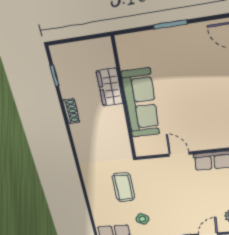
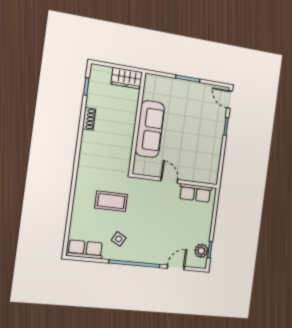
wardrobe: (110, 87) -> (127, 78), moved, turned -90
coffee table: (124, 187) -> (111, 201), turned 90

